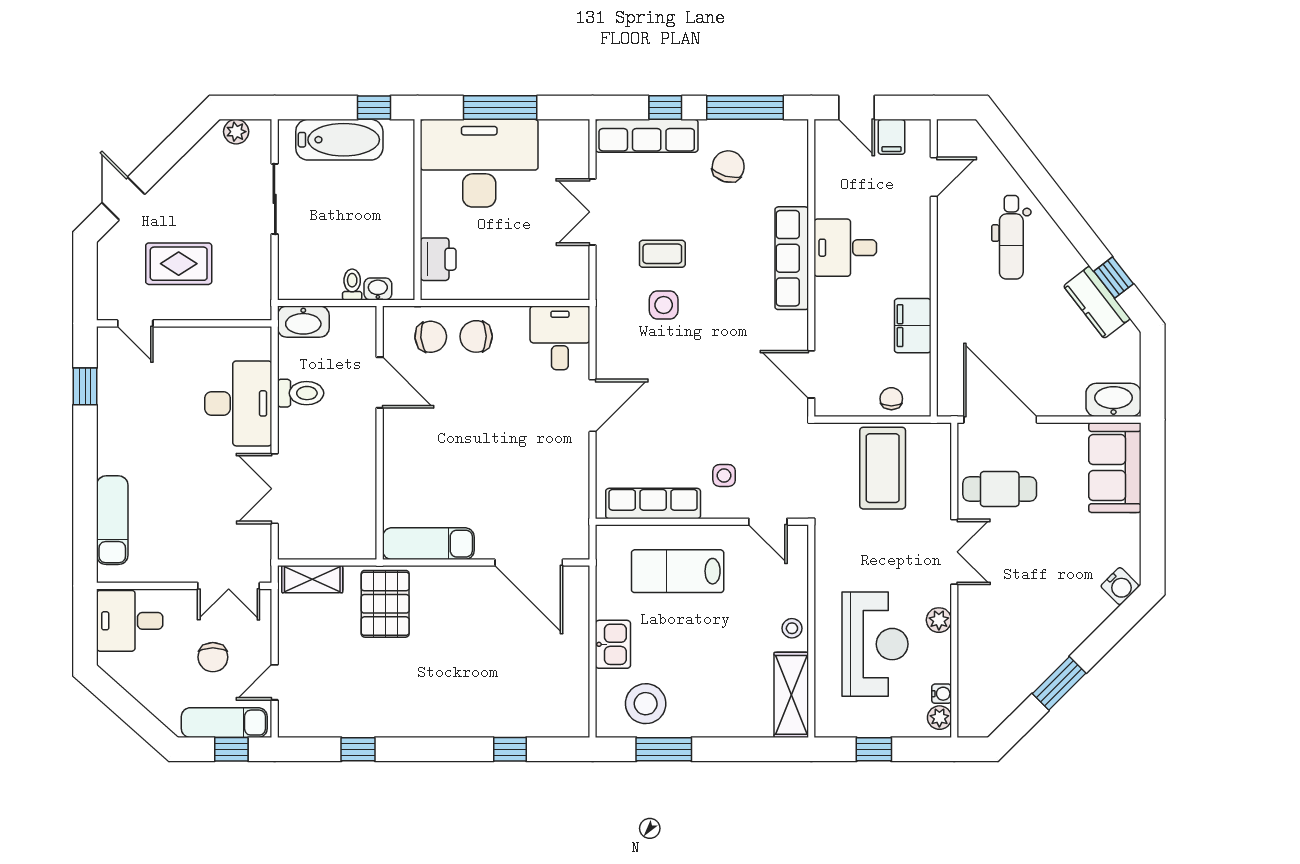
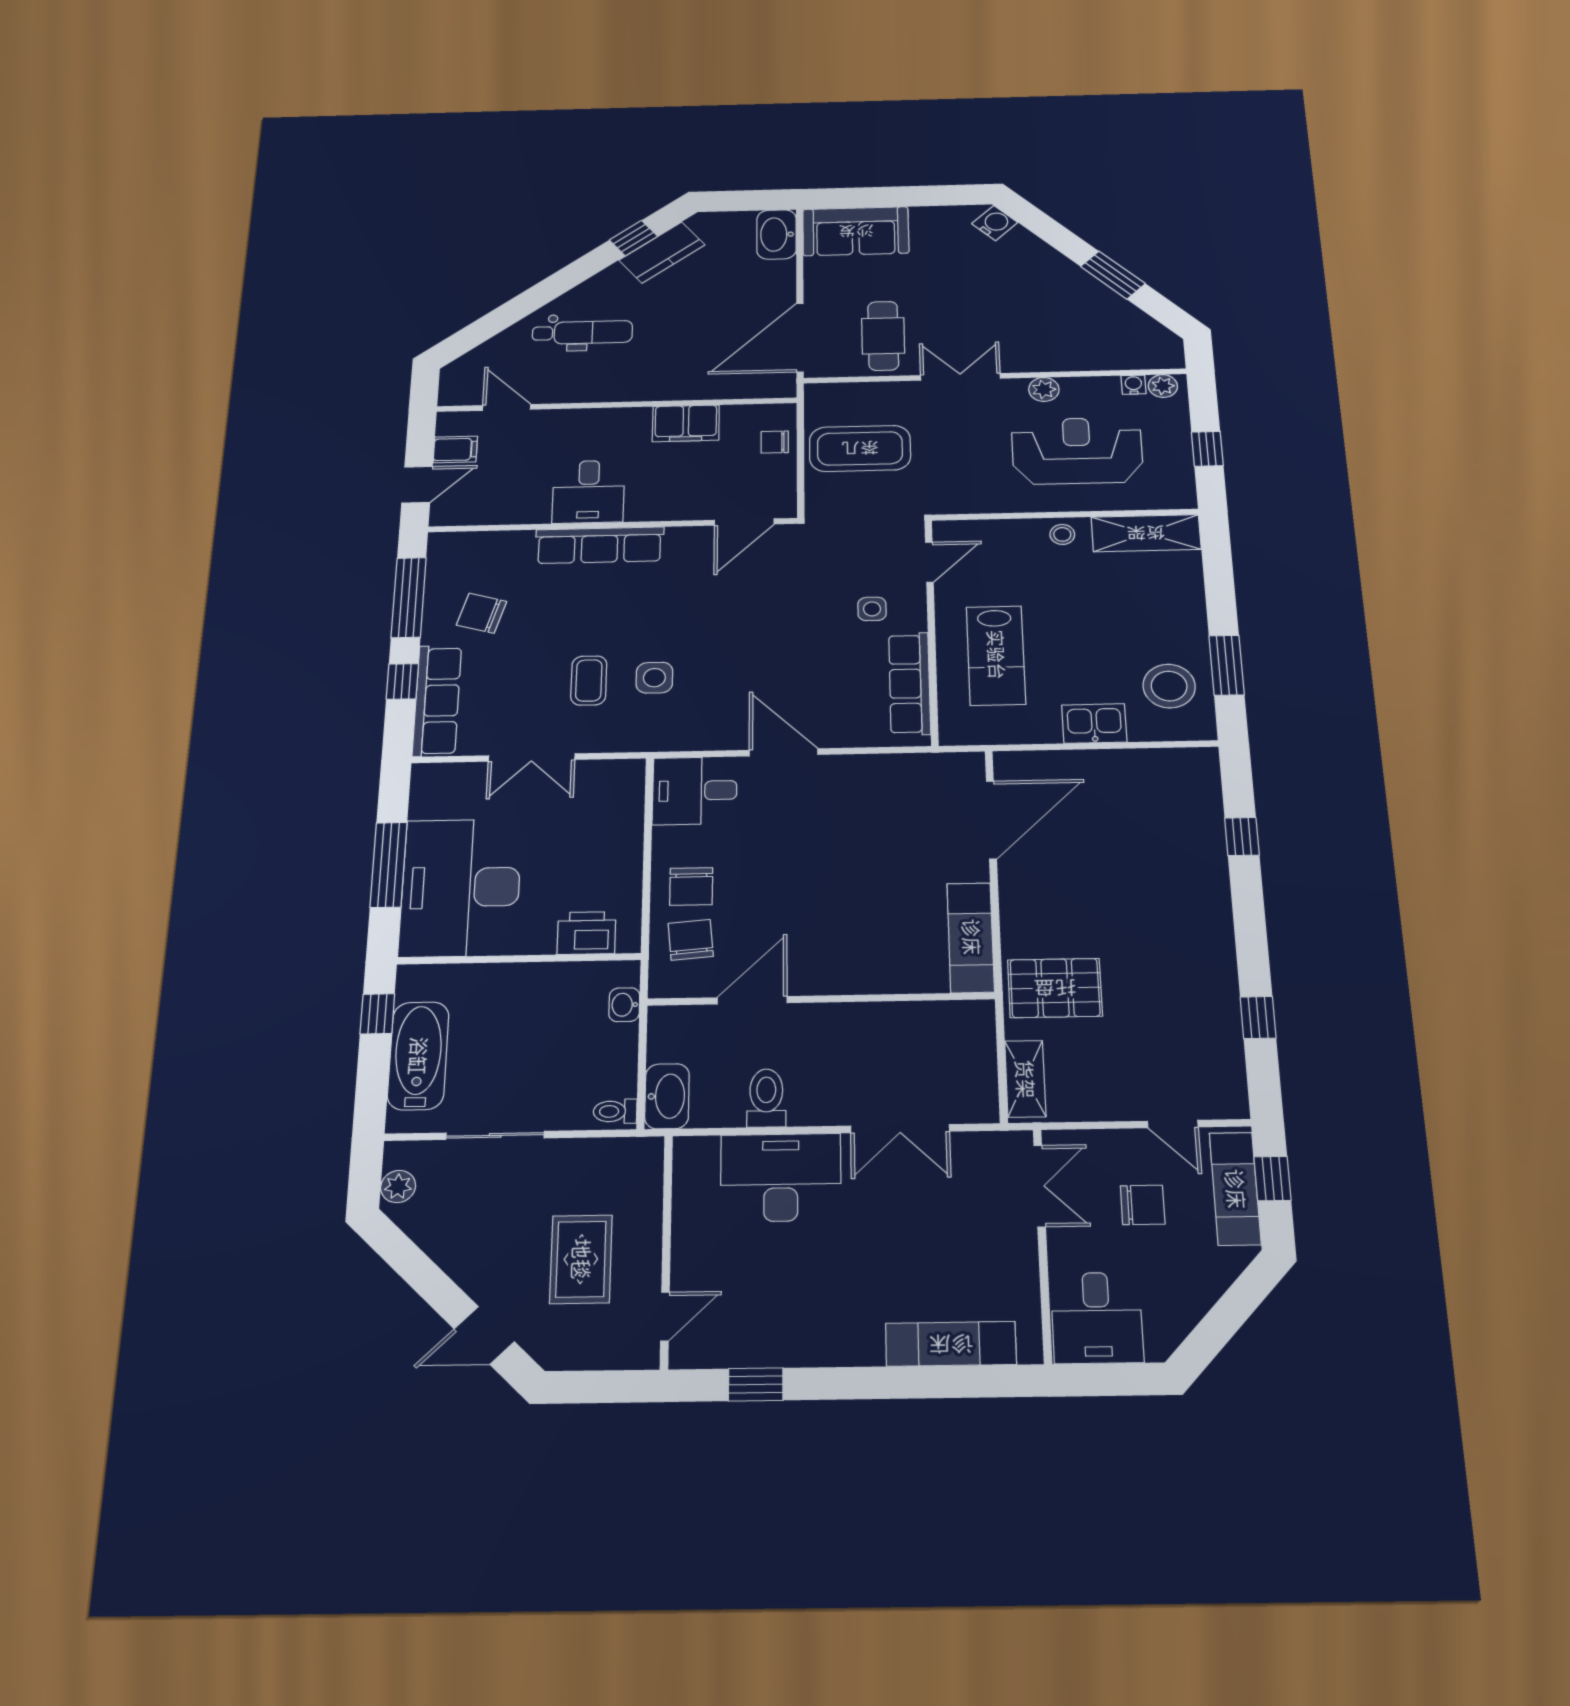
toilet: (352, 285) -> (615, 1111), moved

